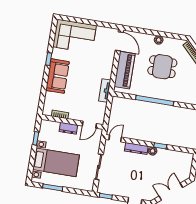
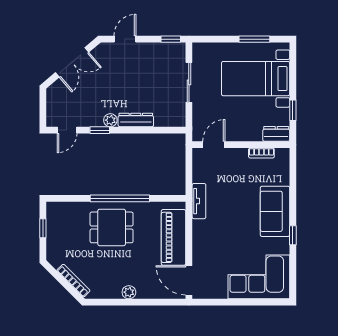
dining table: (162, 67) -> (112, 227), moved
dresser: (68, 128) -> (276, 134), moved
door: (115, 138) -> (67, 130), moved

